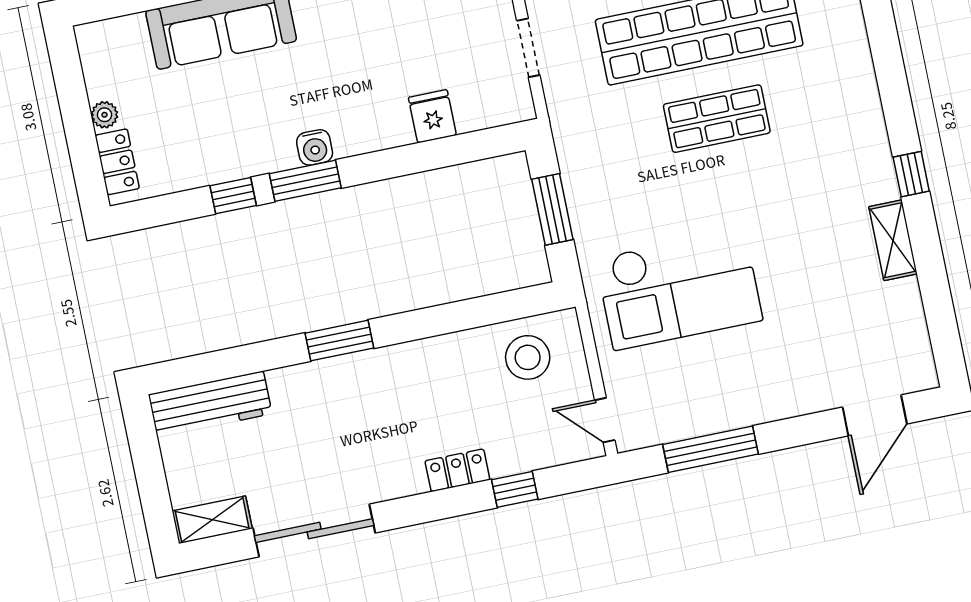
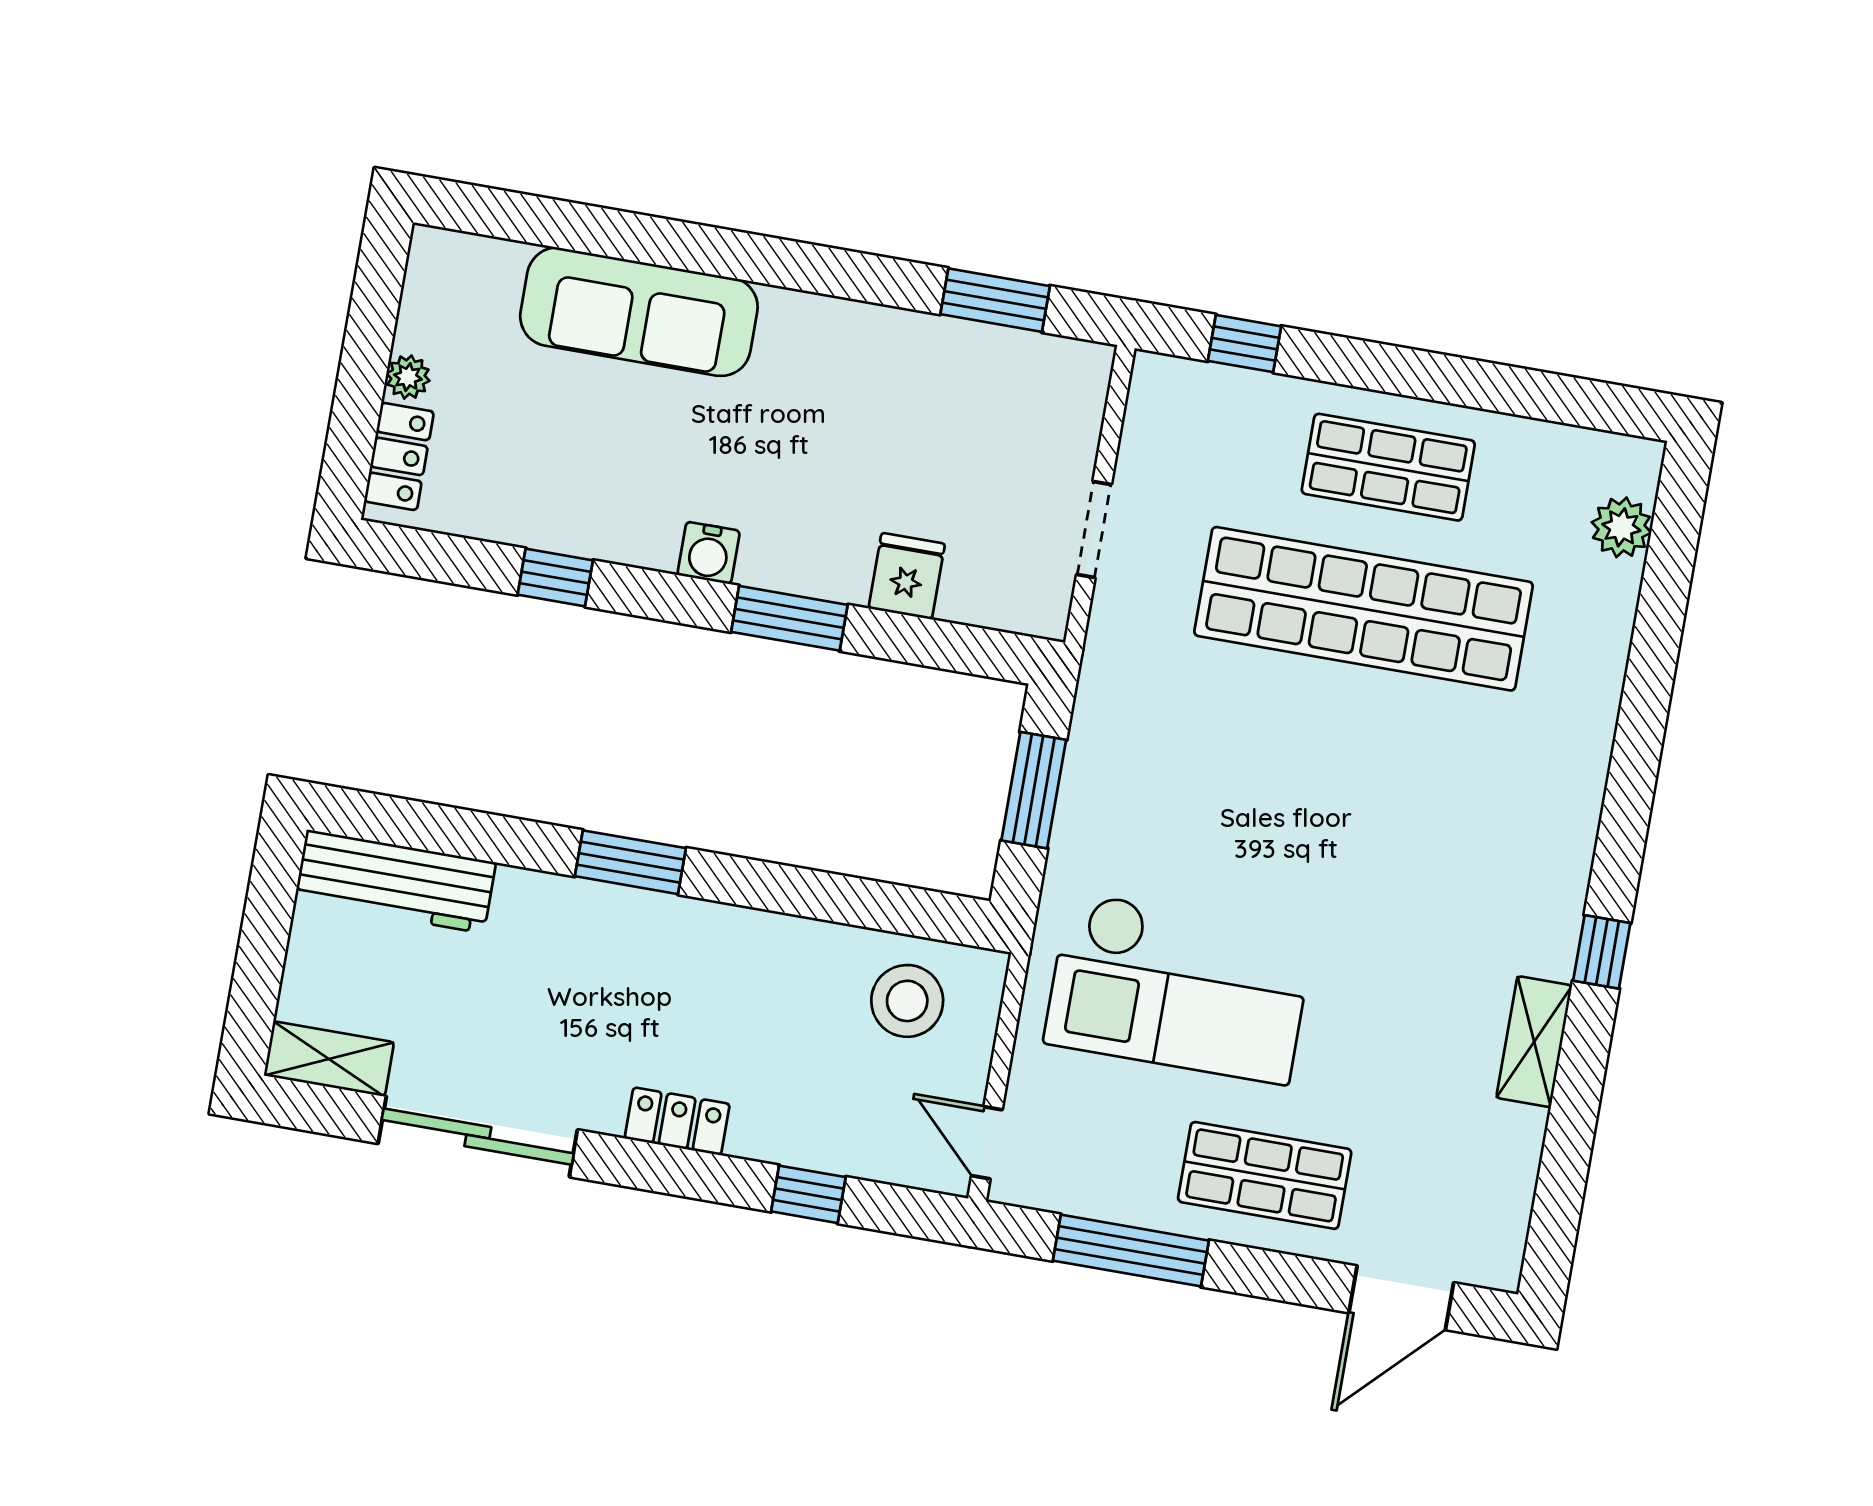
shop shelf: (717, 119) -> (1265, 1175), moved
window: (305, 181) -> (789, 618), moved
locker: (457, 470) -> (677, 1121), moved

